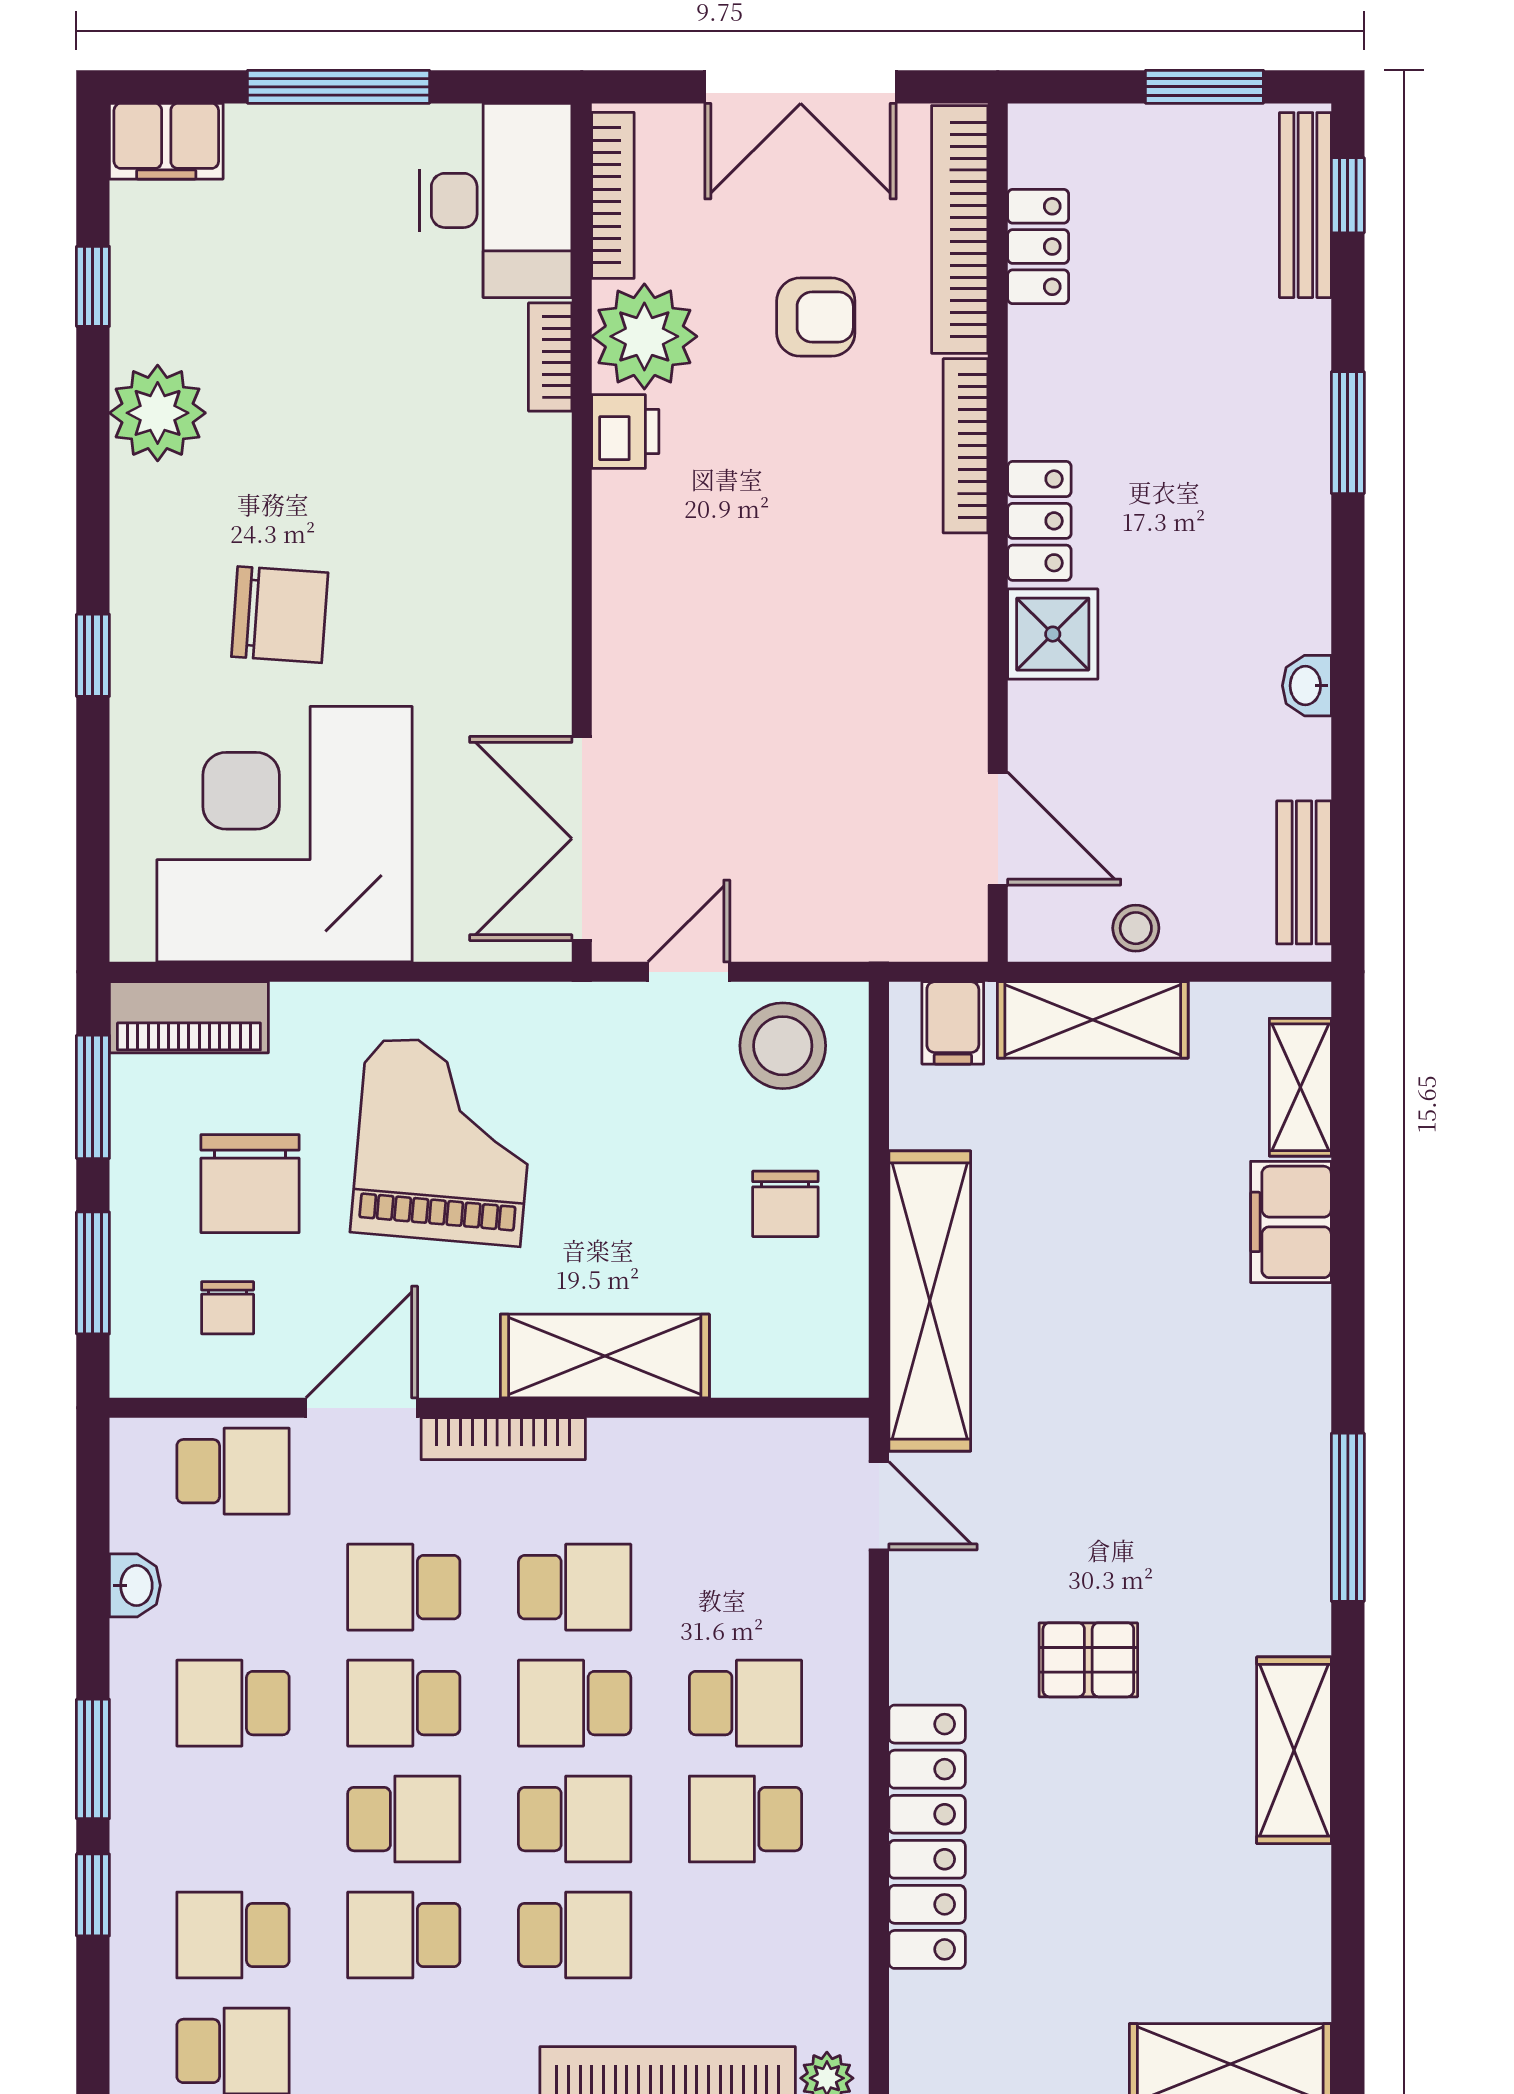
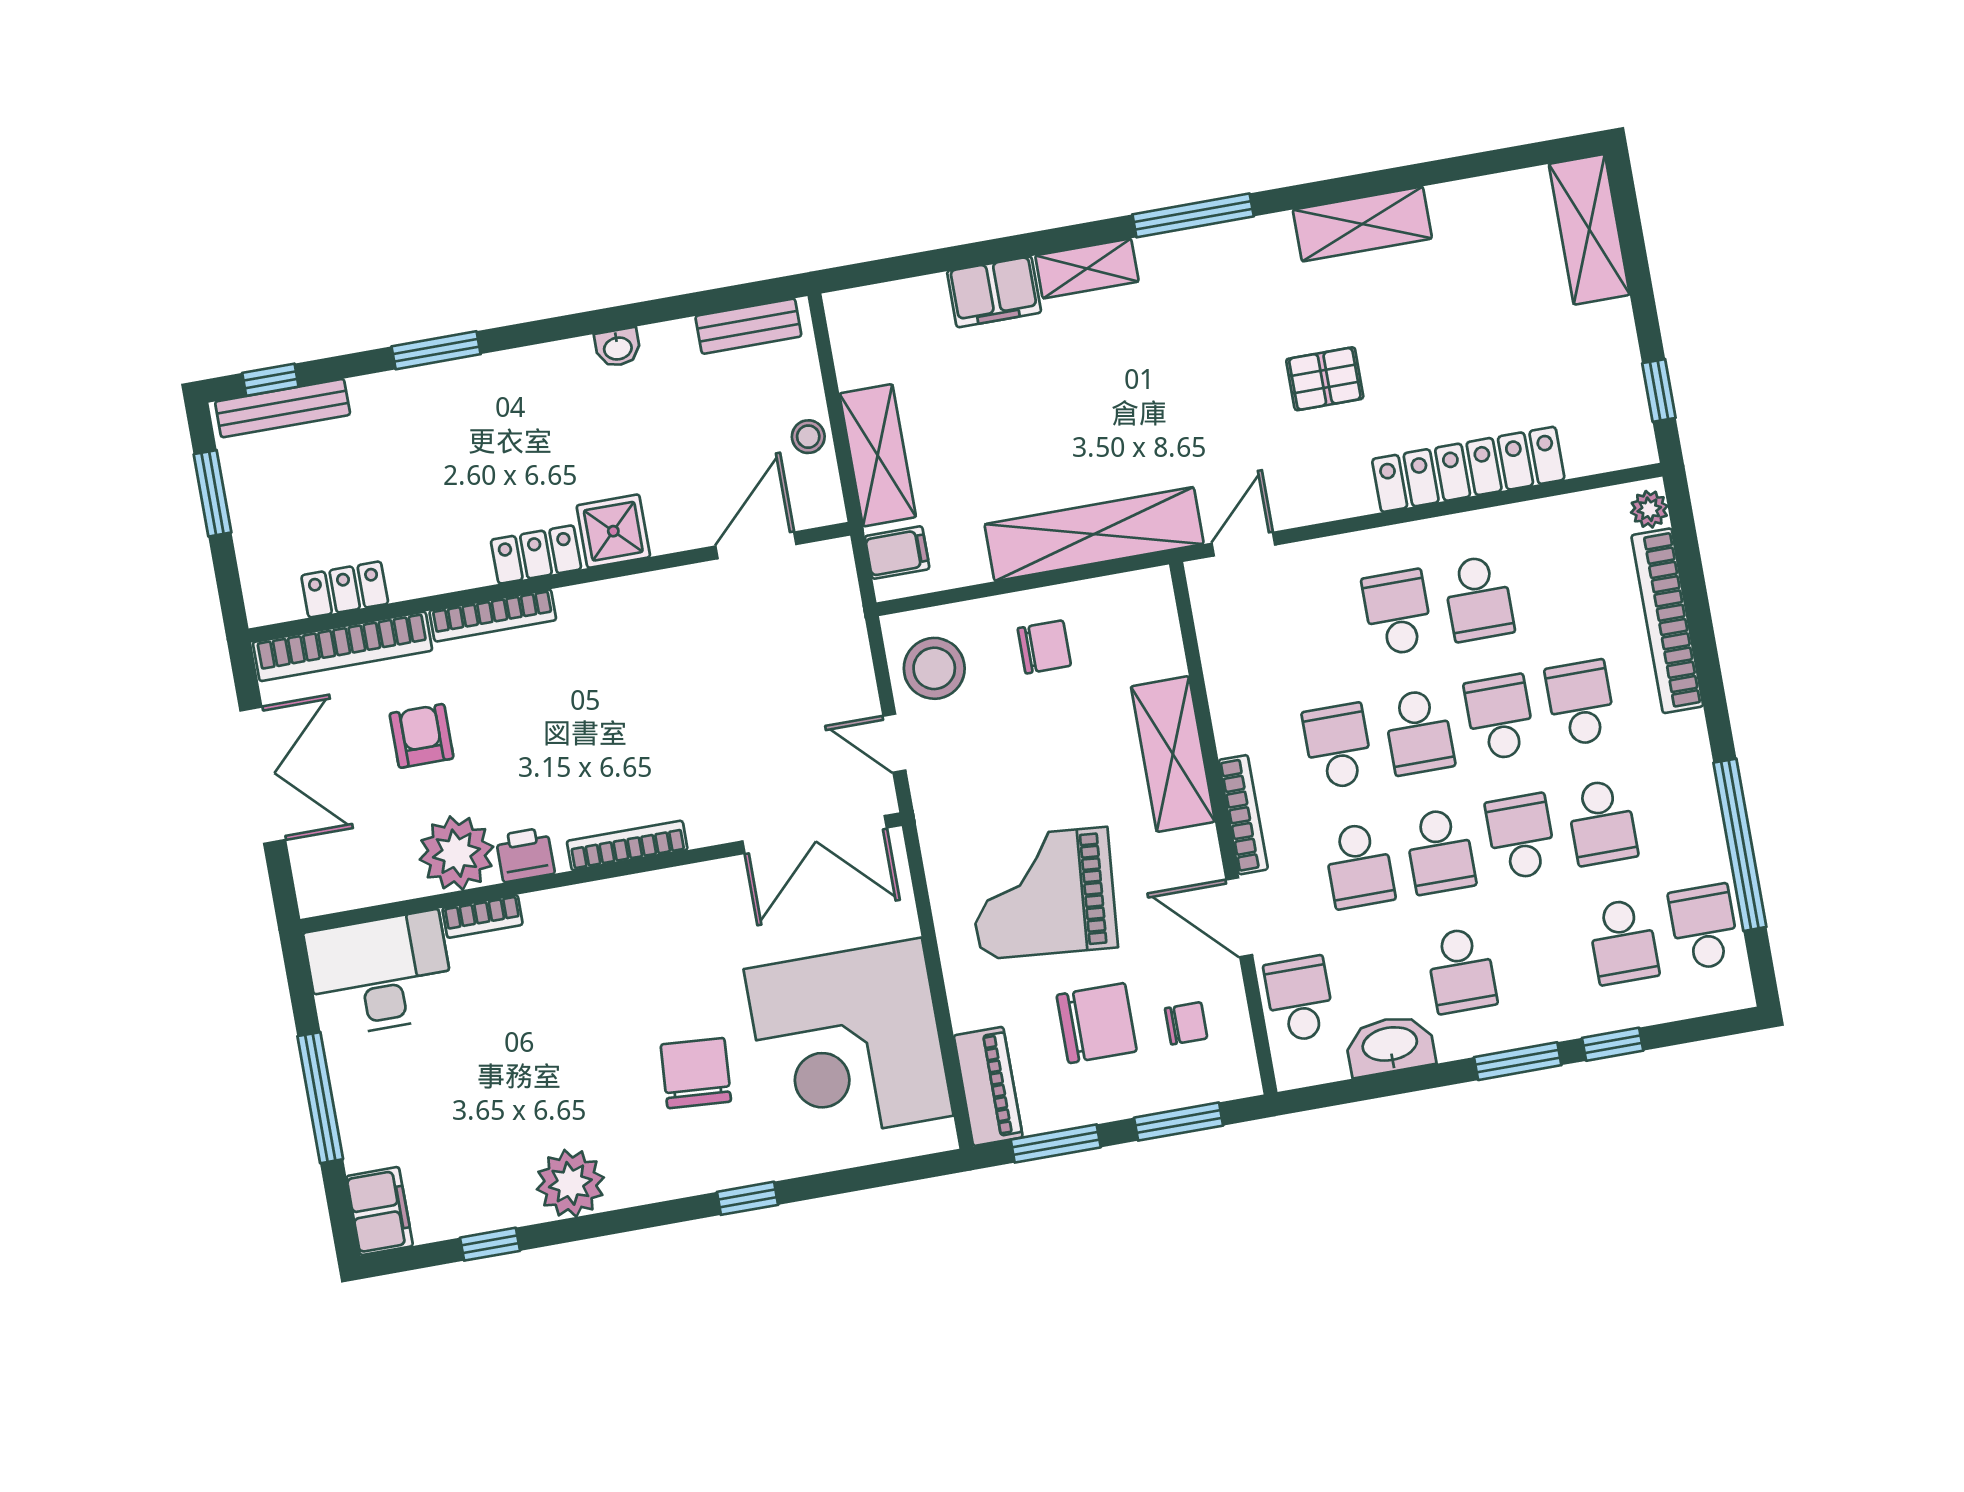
bookcase: (613, 195) -> (627, 845), moved
shelving: (1300, 1087) -> (1087, 269), moved
washbasin: (135, 1585) -> (1390, 1045), width x1.91, depth x1.45
pallet: (1088, 1660) -> (1325, 379), turned 90

